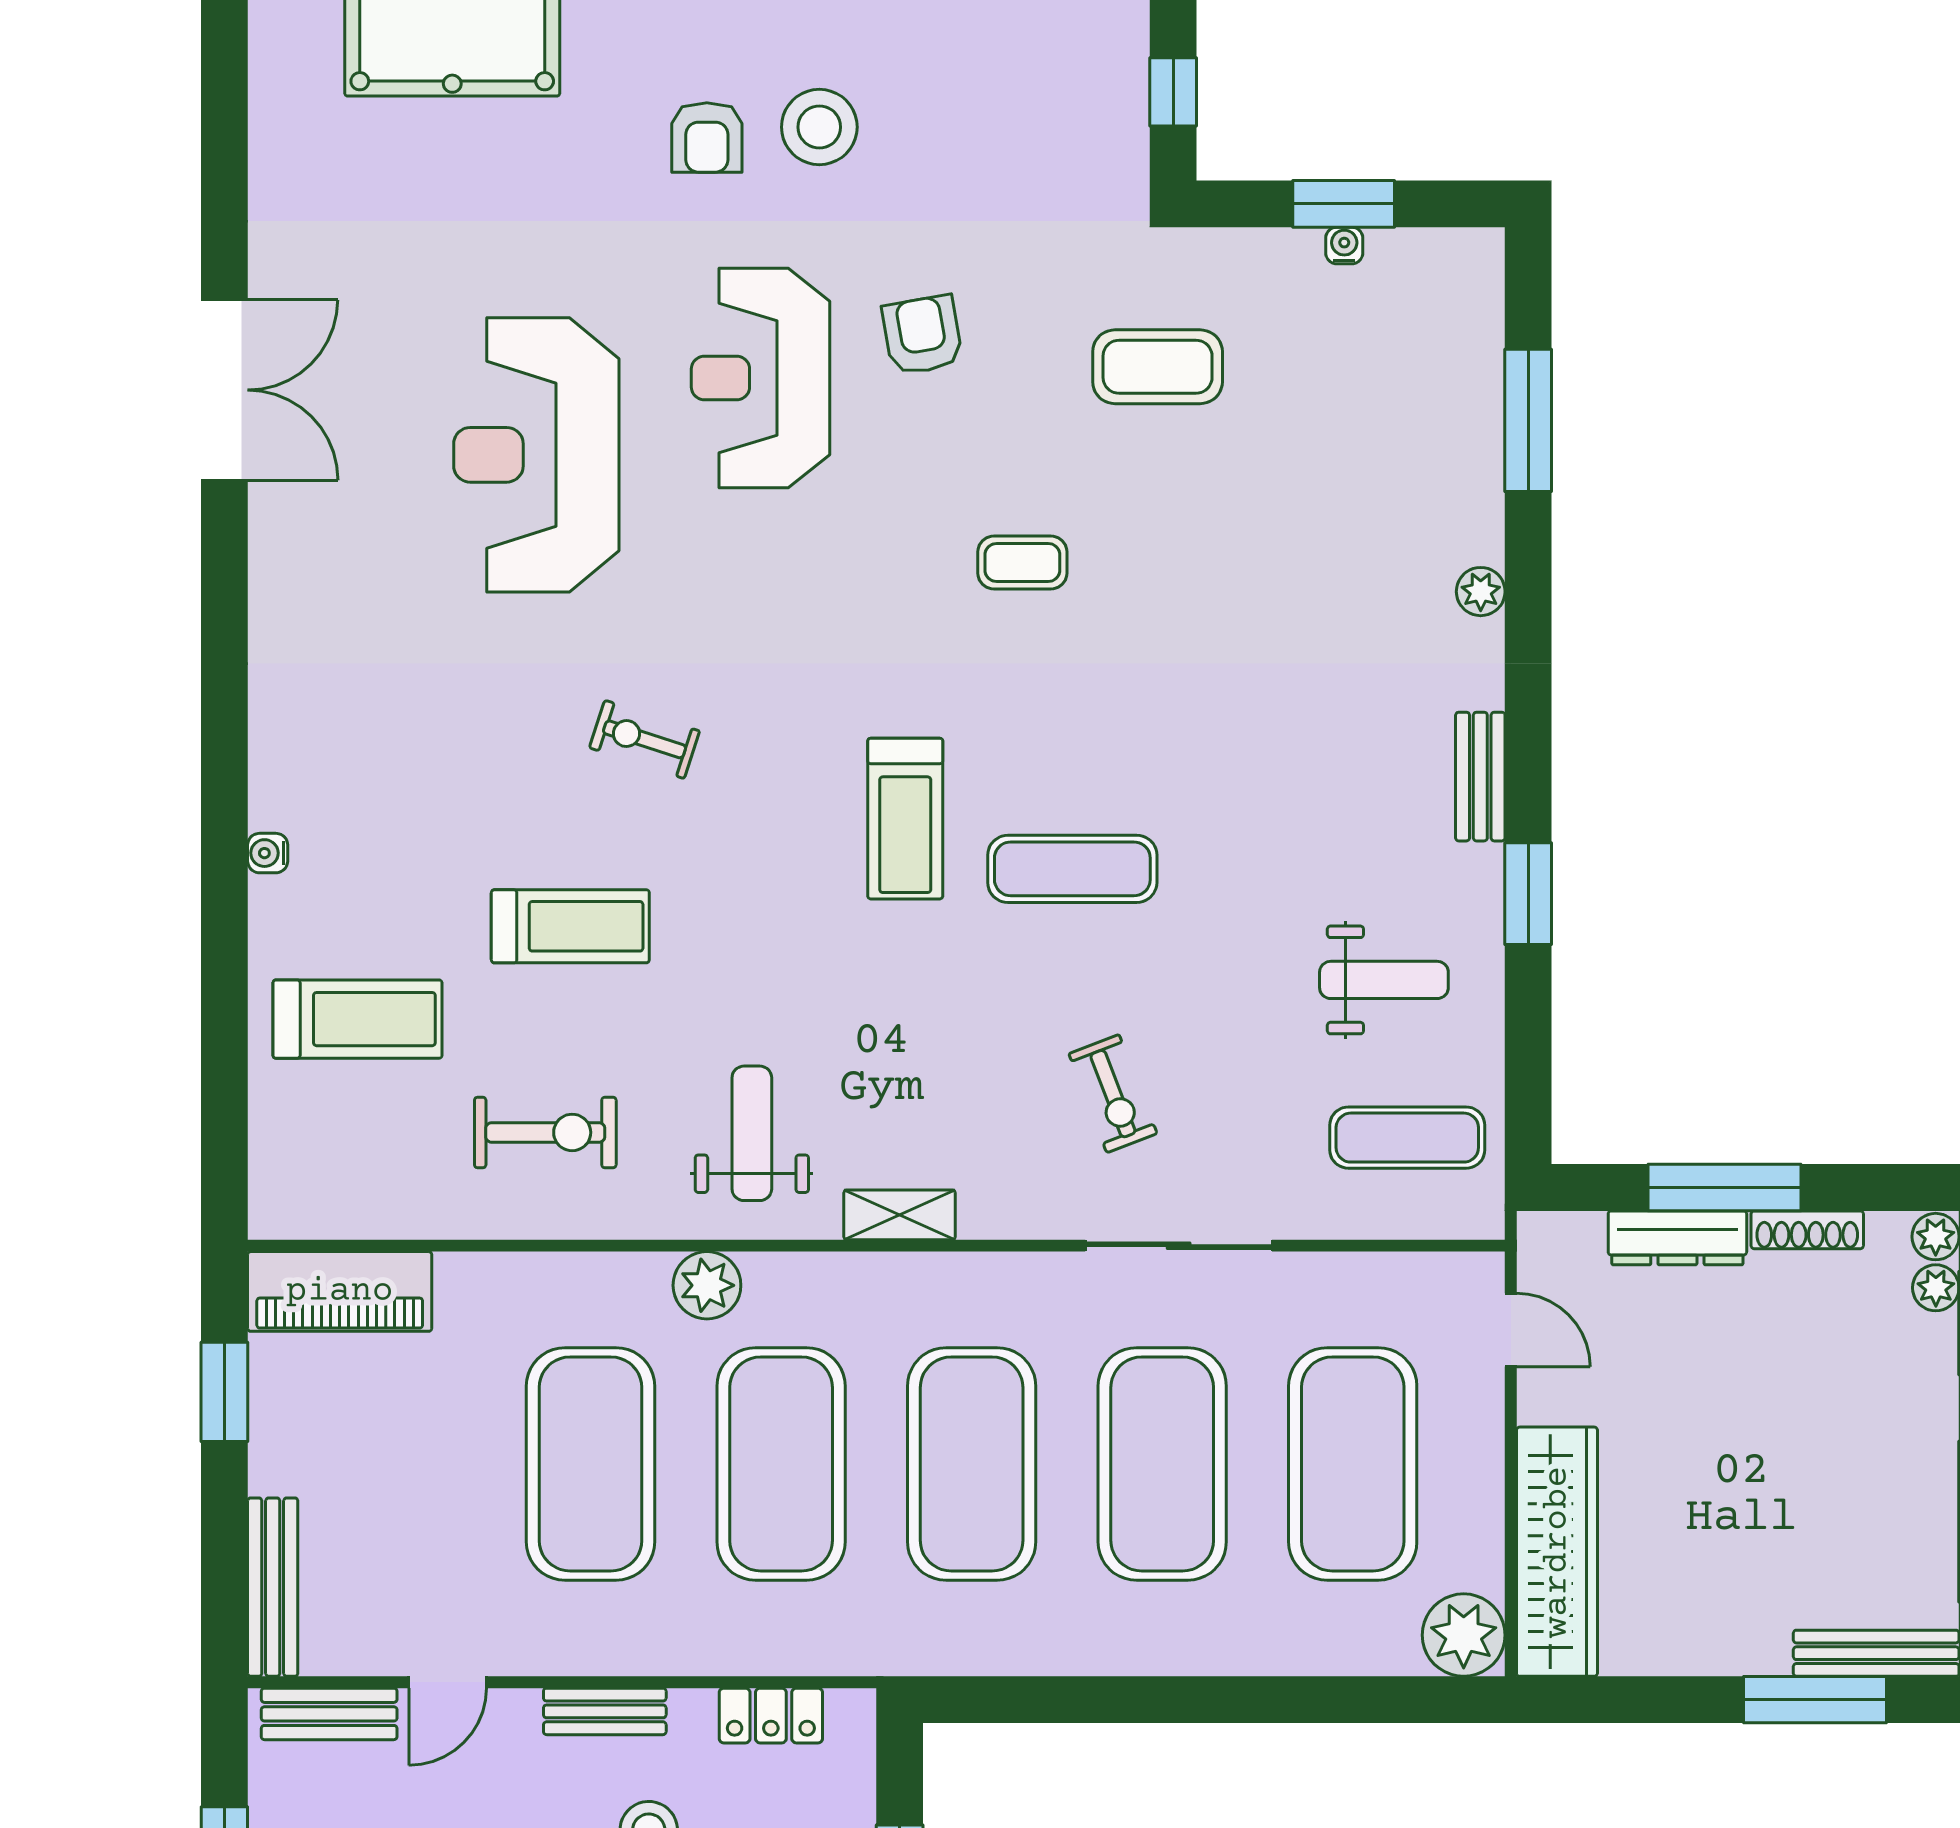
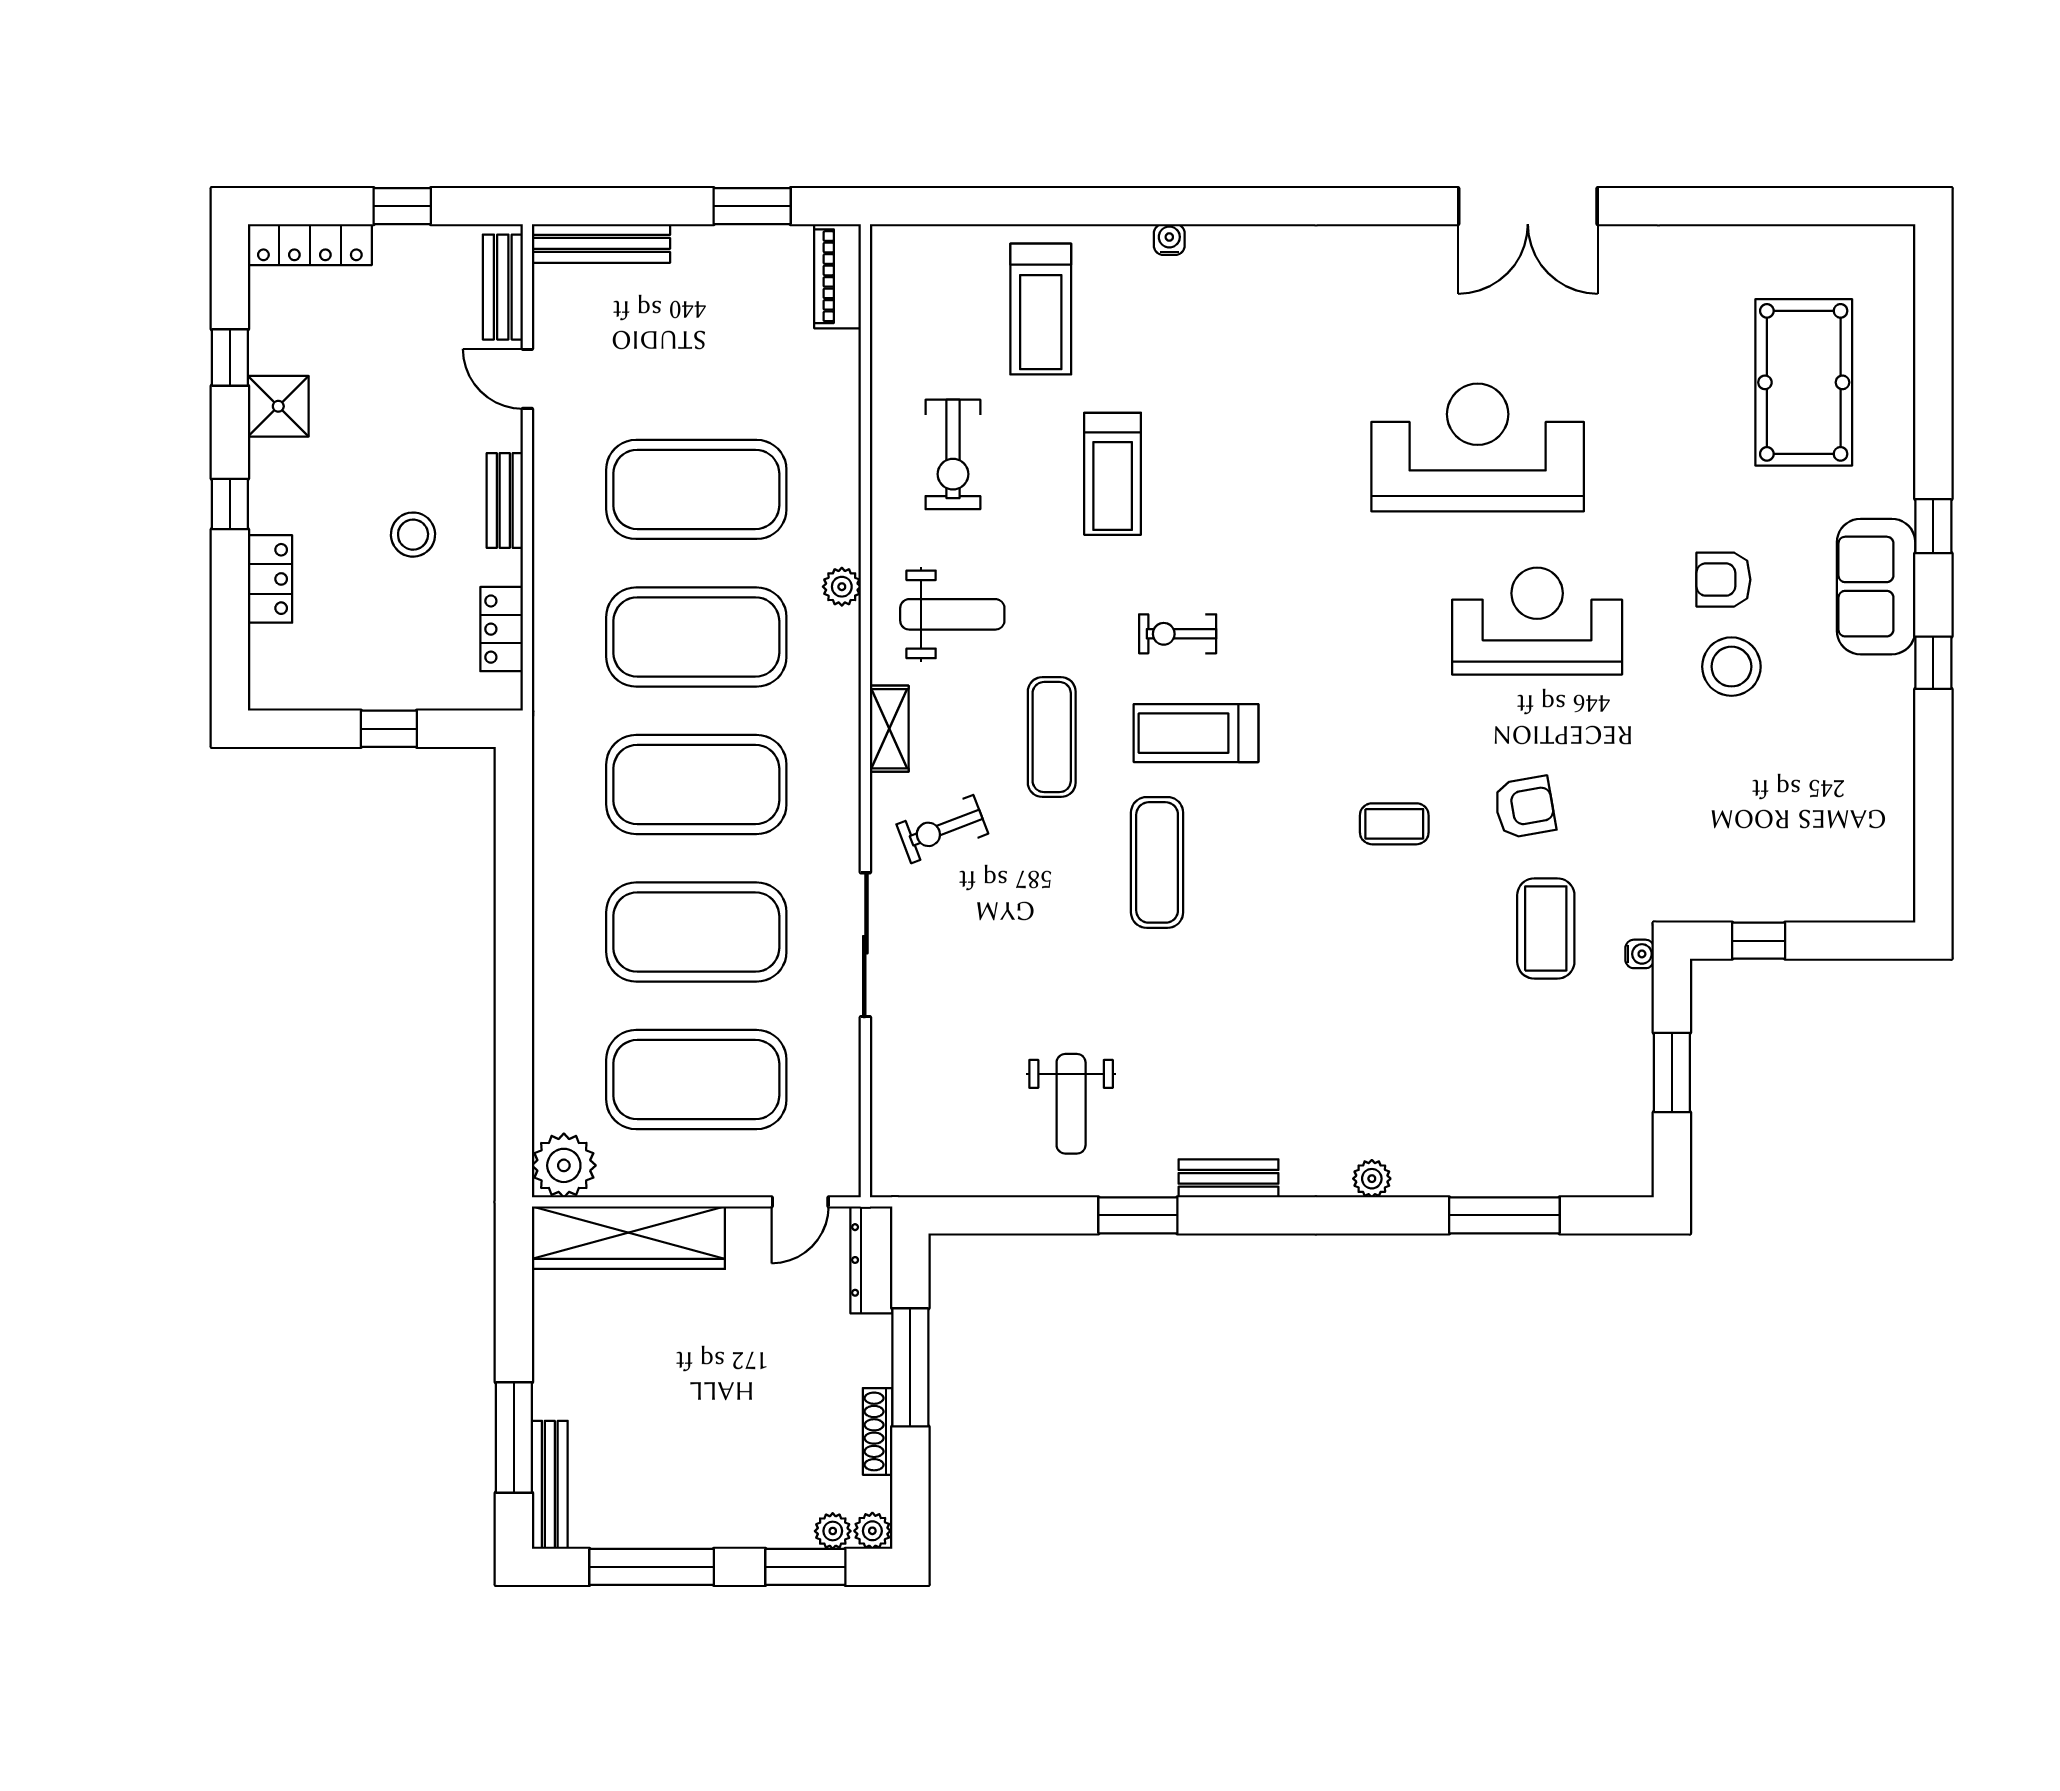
water cooler: (1344, 246) -> (1640, 954), moved
armchair: (922, 335) -> (1525, 807), moved
coffee table: (1022, 562) -> (1394, 824), turned 90
exercise bike: (644, 739) -> (1178, 634), moved, turned -108
exercise bike: (1113, 1094) -> (942, 829), moved
exercise mat: (1407, 1138) -> (1052, 737), moved
dresser: (1677, 1238) -> (871, 1260), moved
plant: (707, 1285) -> (842, 587), width x0.73, depth x0.73
piano: (340, 1291) -> (838, 276), width x0.73, depth x0.75

